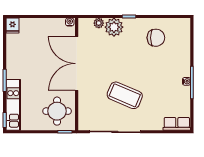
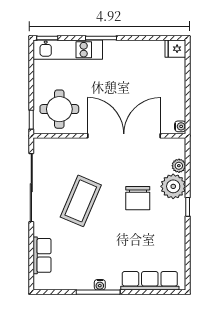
chair: (156, 38) -> (138, 198), moved
row of seats: (184, 44) -> (150, 281), added
row of seats: (177, 124) -> (42, 255), moved

